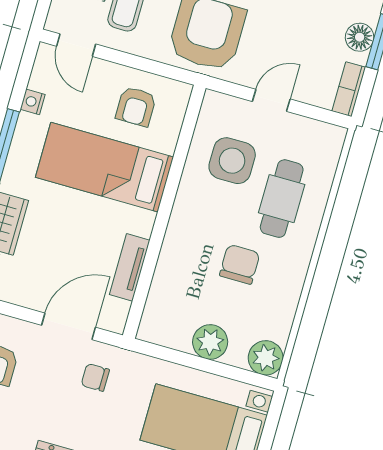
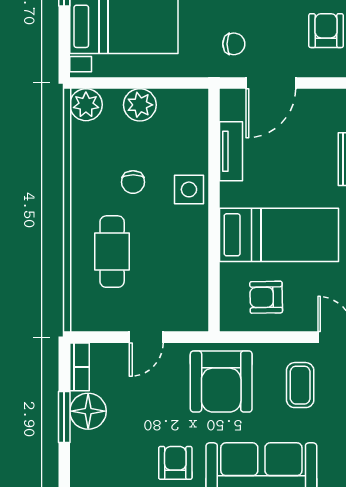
floor lamp: (360, 37) -> (88, 411), width x1.38, depth x1.38
armchair: (136, 106) -> (266, 297), turned -91
side table: (232, 161) -> (189, 189), moved, width x0.73, depth x0.73
chair: (240, 264) -> (133, 182), width x0.73, depth x0.73

